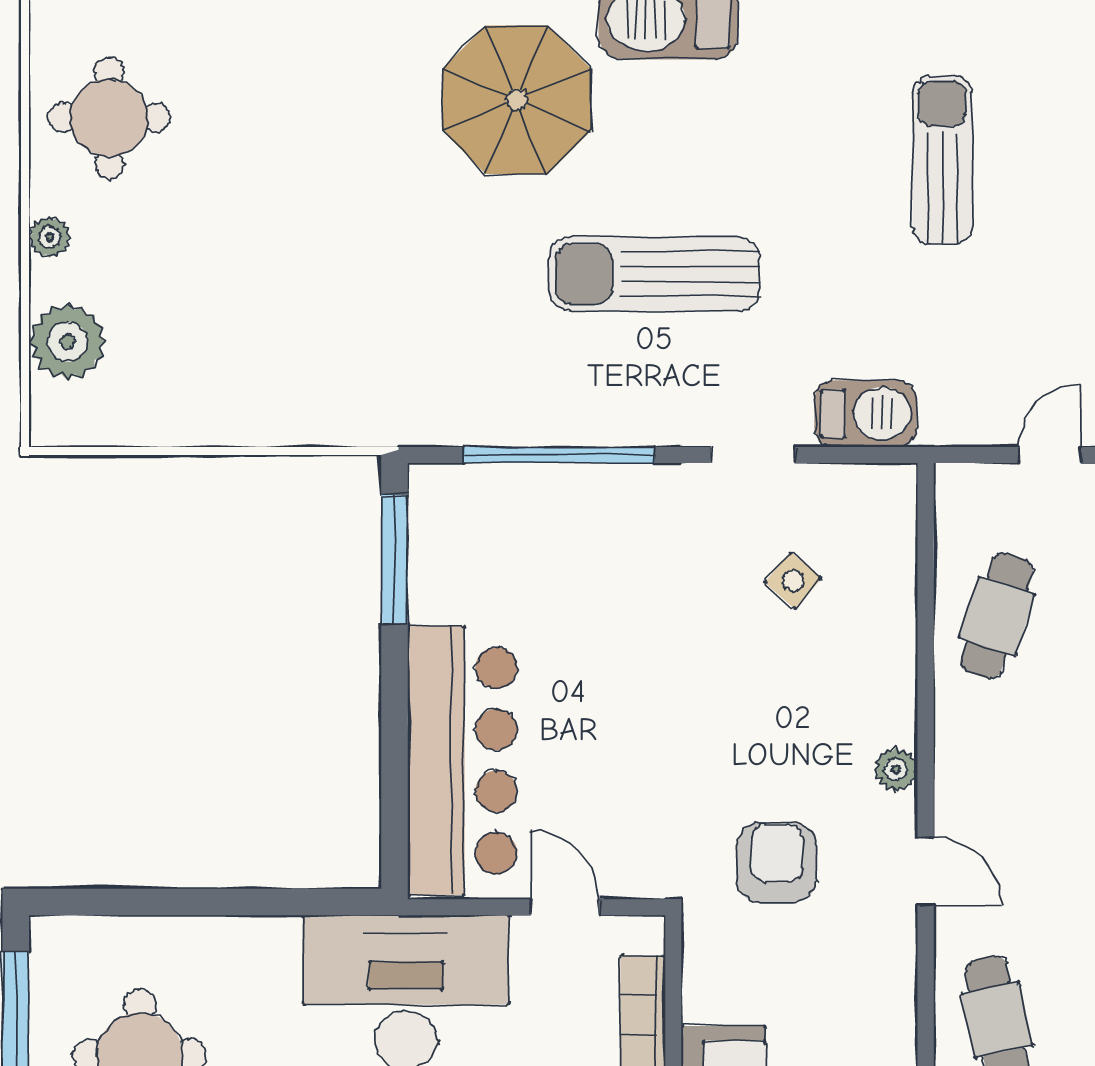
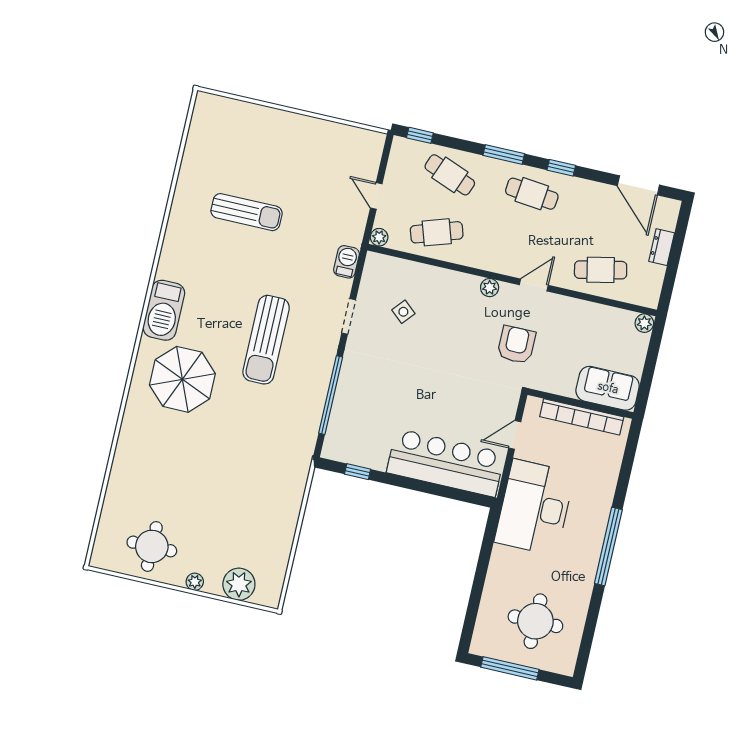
sun lounger: (942, 160) -> (247, 212), turned 180
barbecue: (866, 414) -> (346, 262), width x0.73, depth x0.79
plant: (955, 484) -> (379, 237), added
window: (394, 559) -> (358, 472), width x0.46
cafe table: (997, 616) -> (437, 232), turned -36
armchair: (777, 863) -> (516, 345), turned 90

